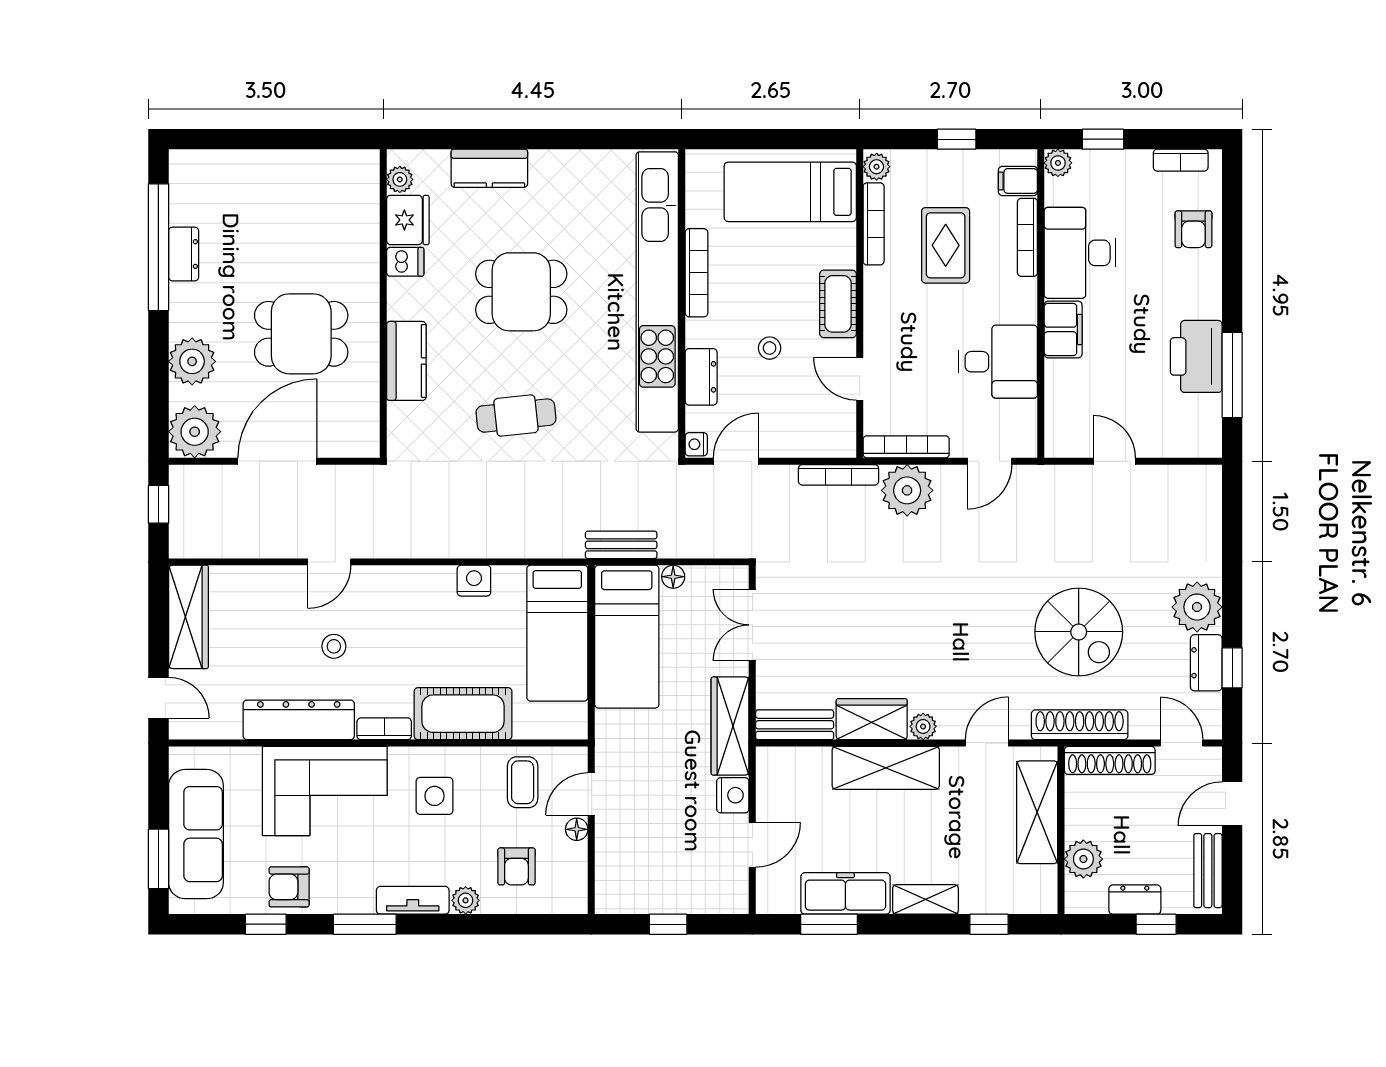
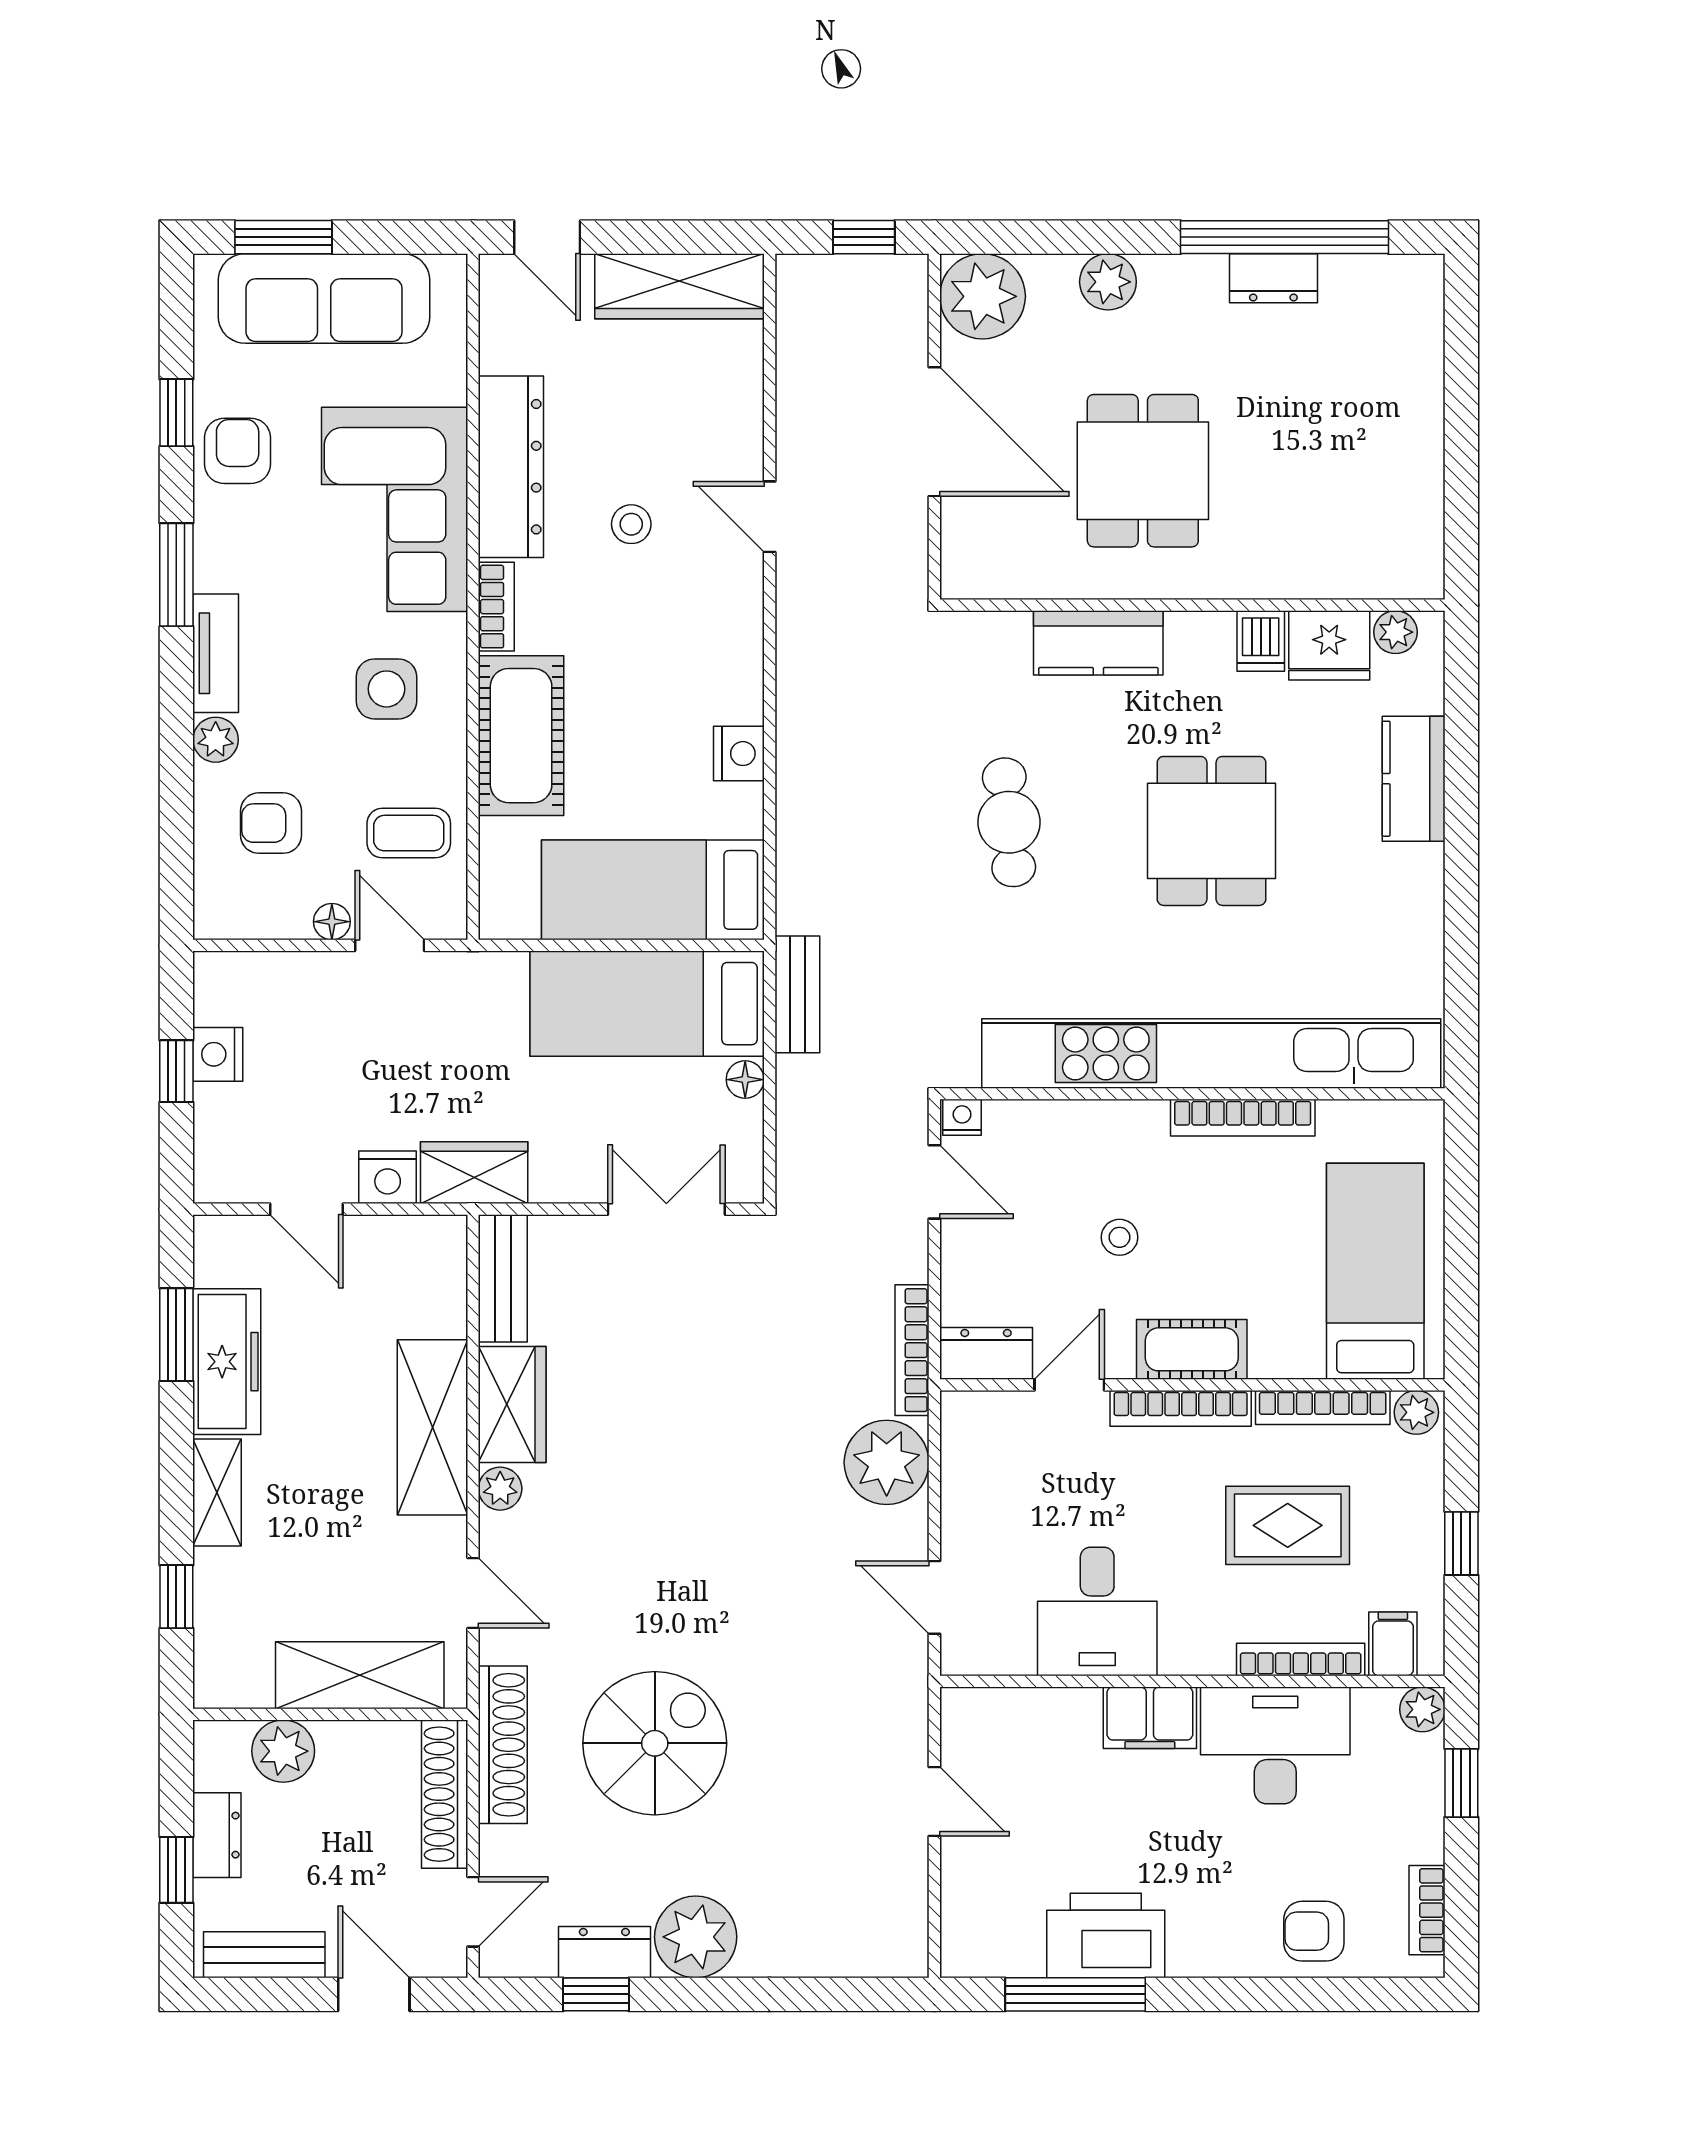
plant: (192, 361) -> (1108, 282), width x0.73, depth x0.73
dresser: (701, 377) -> (986, 1353), moved, turned 180
bookcase: (906, 447) -> (1181, 1408), moved, turned 90
door: (1114, 461) -> (934, 1802), hinge flipped
spiral stairs: (1079, 632) -> (655, 1743), turned 180
door: (158, 698) -> (547, 237), hinge flipped
wardrobe: (730, 726) -> (474, 1173), width x0.67
nightstand: (658, 899) -> (218, 1054), added

